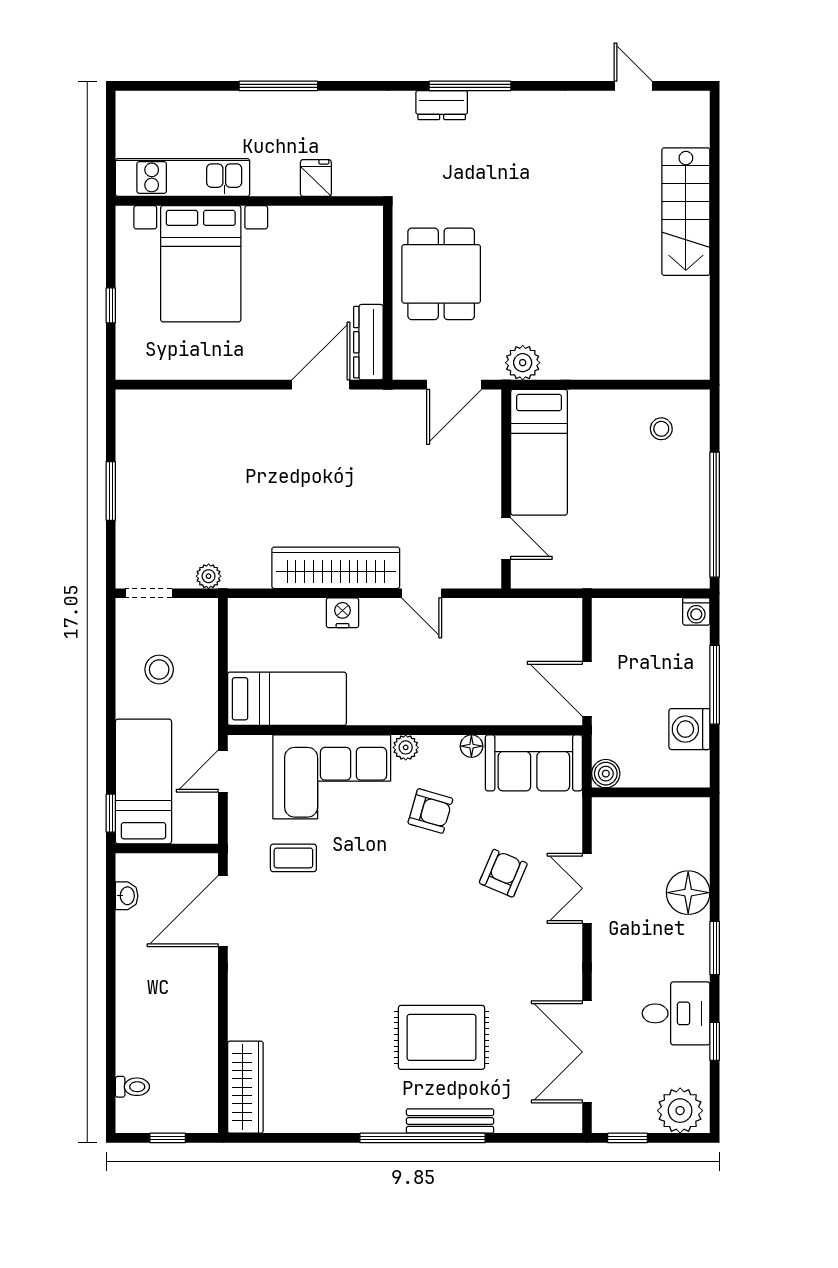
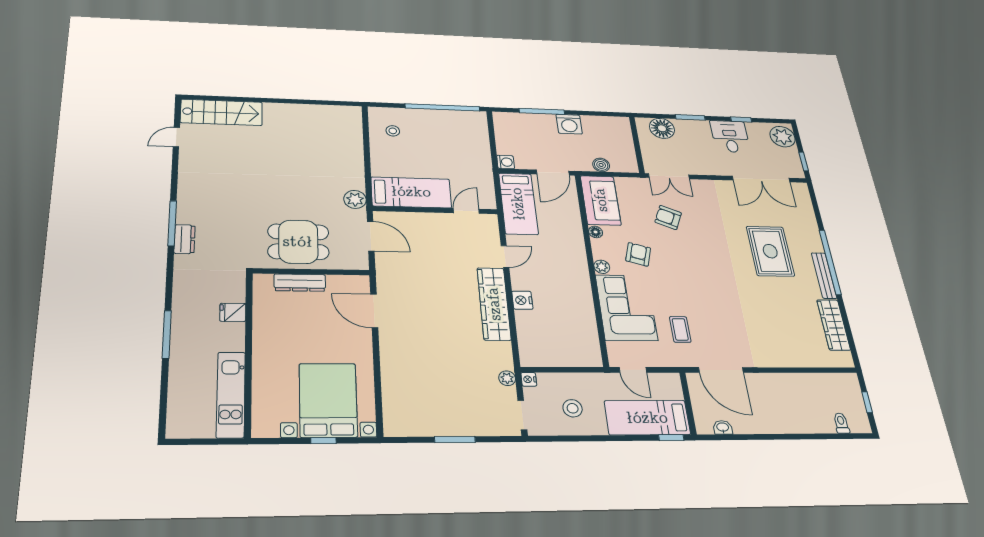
stairs: (686, 212) -> (222, 112), moved
bed with nightstands: (201, 264) -> (328, 400), moved, turned -90
dresser: (368, 342) -> (300, 283), moved
nightstand: (207, 609) -> (529, 379), added
washing machine: (696, 612) -> (506, 162), moved
bed: (287, 699) -> (518, 204), moved, turned 180
wall: (651, 792) -> (637, 145), moved
wardrobe: (245, 1087) -> (834, 325), moved, turned -90
bench: (450, 1121) -> (824, 276), moved

